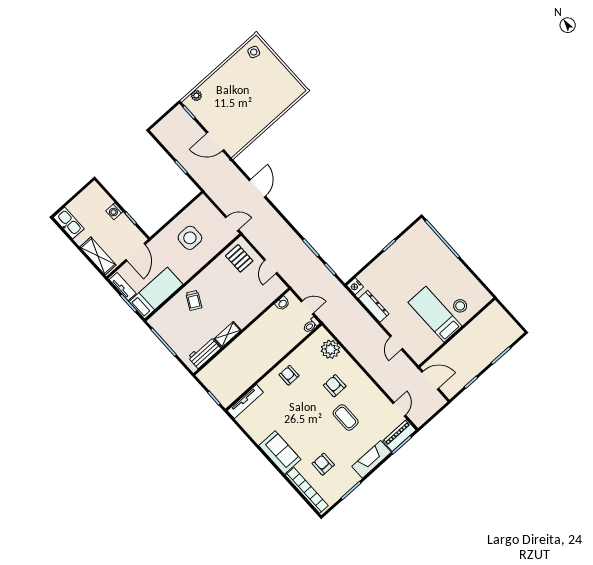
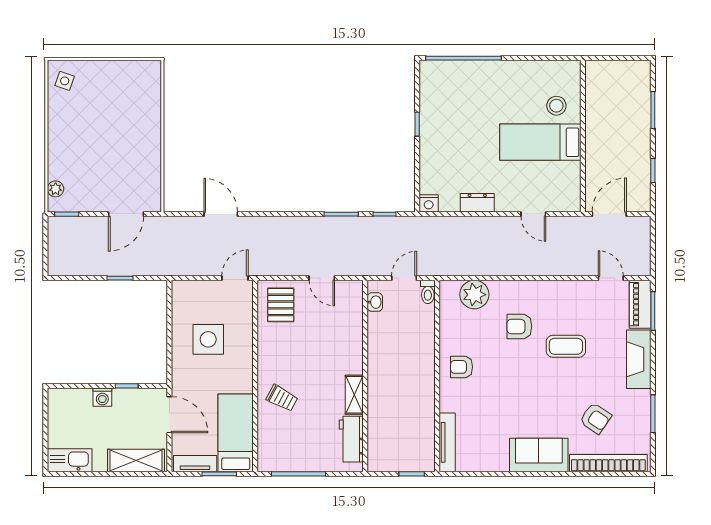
pallet: (239, 258) -> (281, 305), turned 90
dresser: (374, 306) -> (477, 203), width x0.70
armchair: (323, 464) -> (595, 418), turned -146

